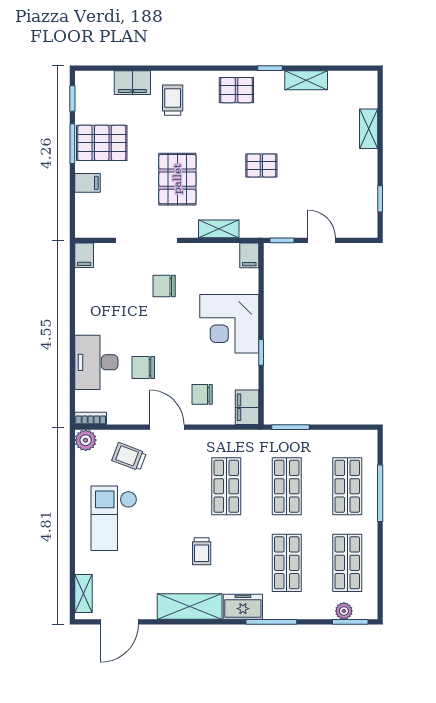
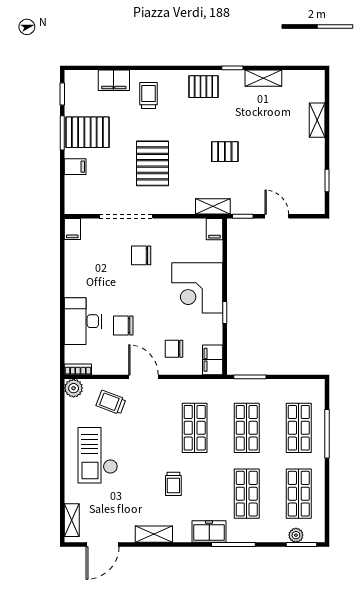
shelving: (219, 229) -> (213, 206), moved
shelving: (190, 607) -> (154, 534), width x0.67, depth x0.75

